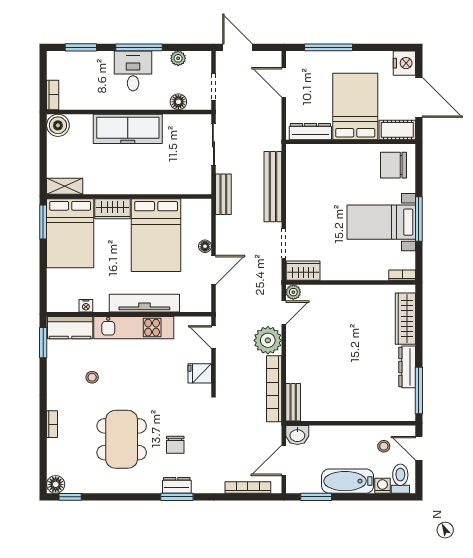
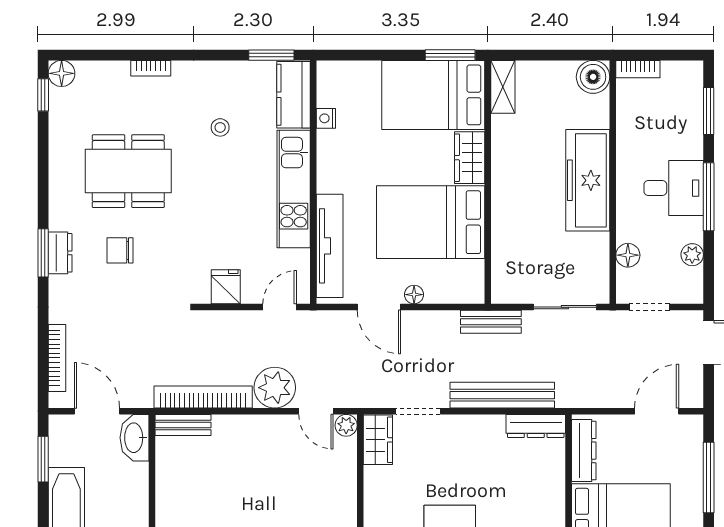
dresser: (294, 164) -> (536, 426), added
tv unit: (144, 303) -> (330, 246), moved
washbasin: (297, 435) -> (135, 438), width x1.38

